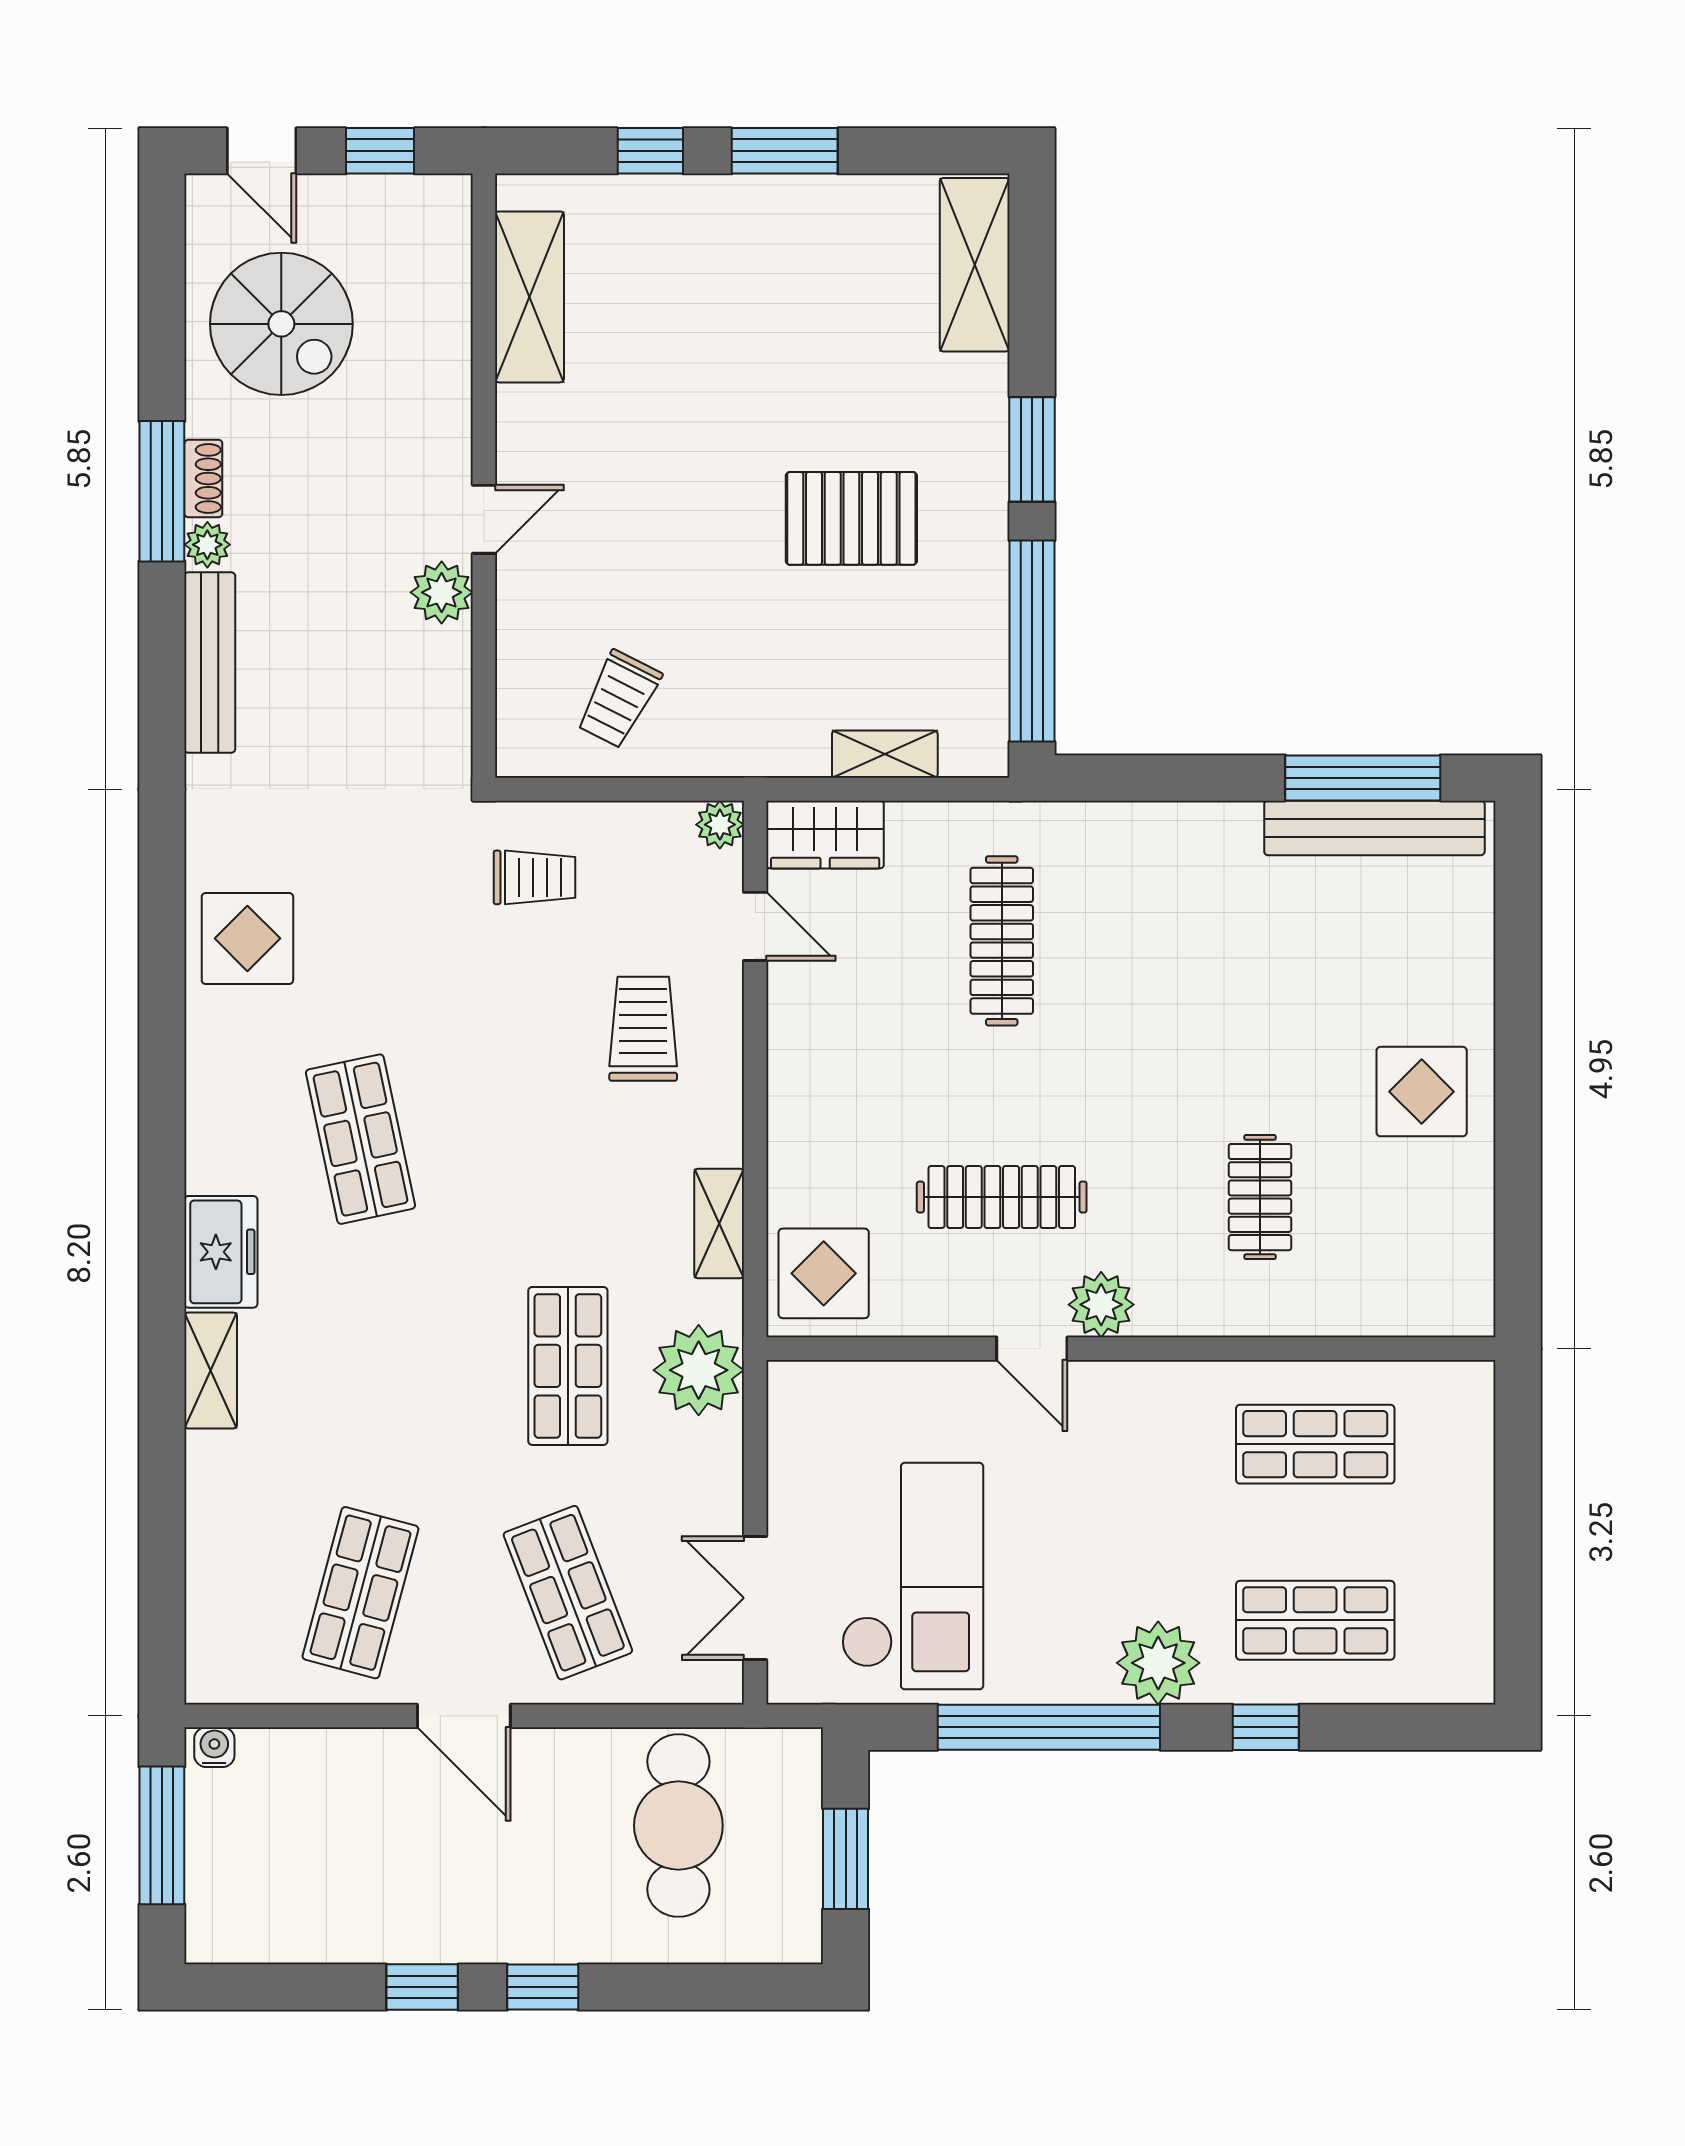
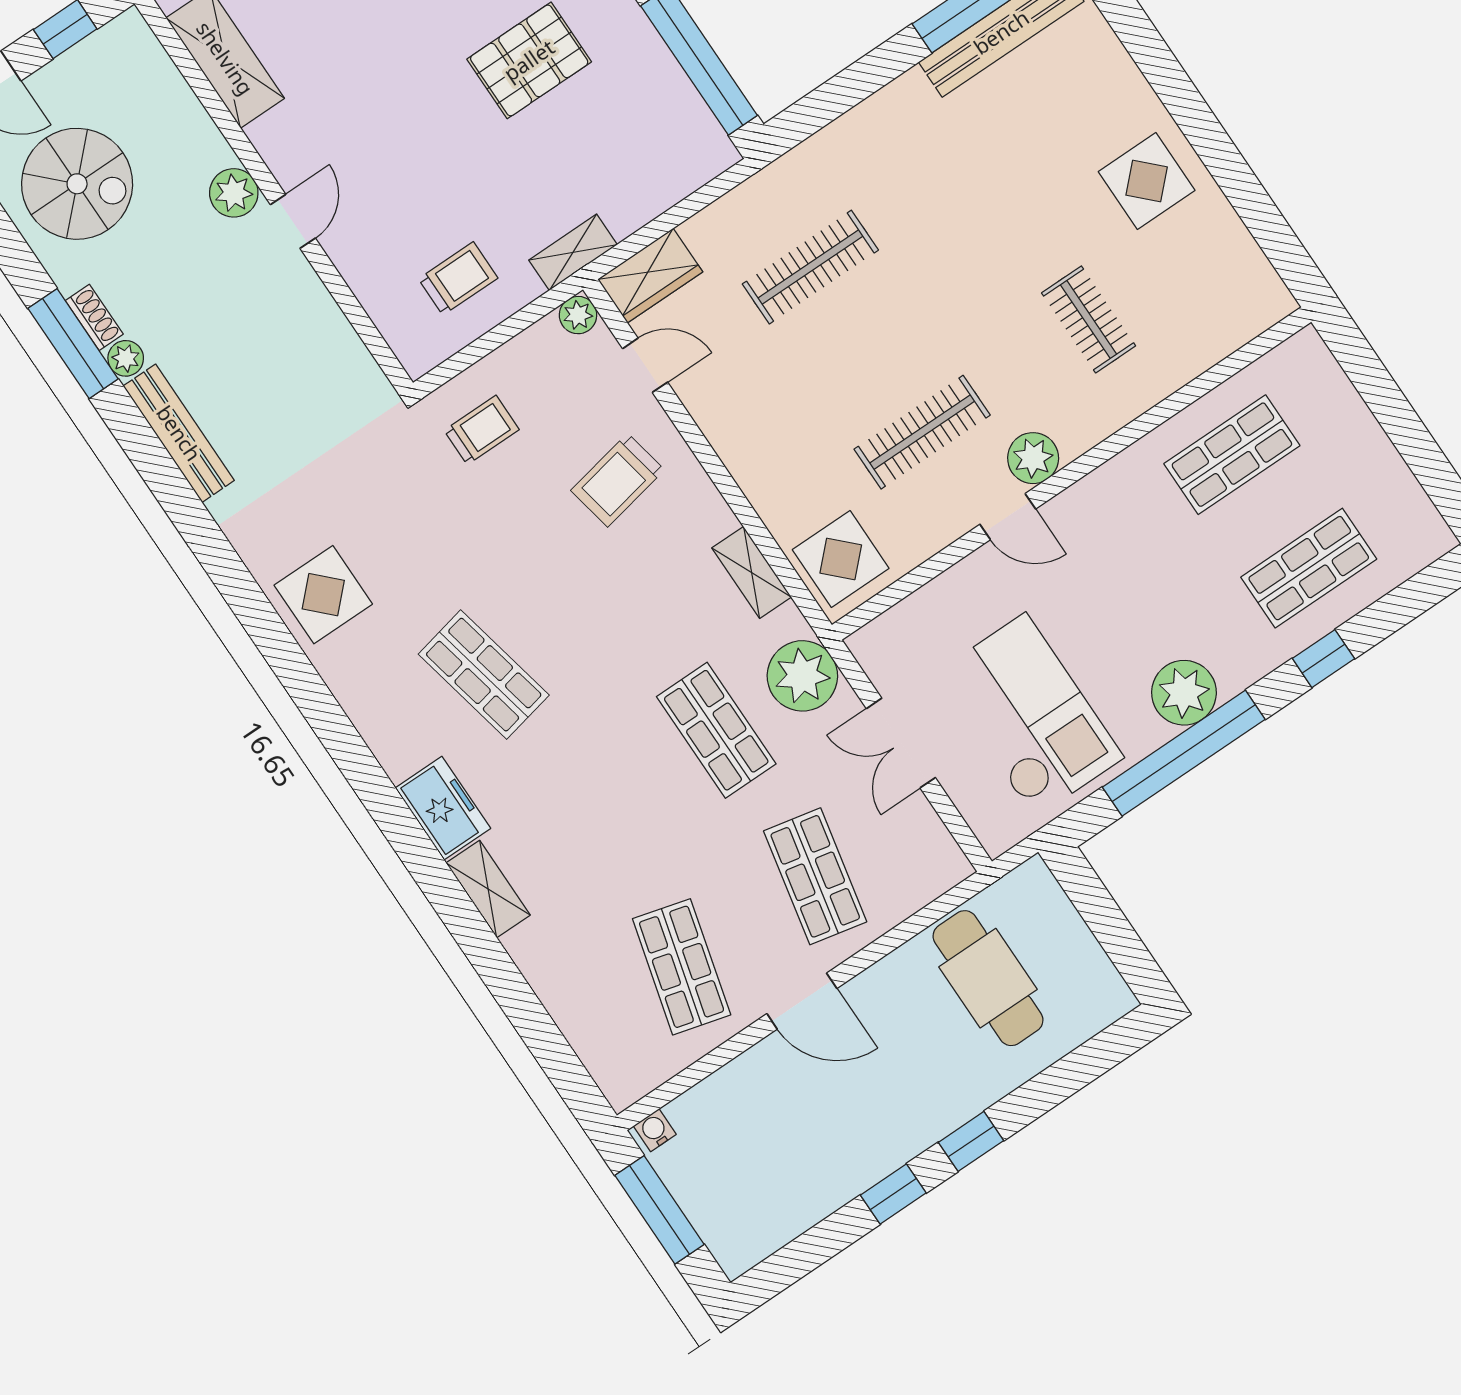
plant: (442, 592) -> (234, 193), moved
trolley: (619, 699) -> (458, 278), turned -117
shelving: (885, 754) -> (573, 252), moved
clothes rail: (1002, 941) -> (810, 267), turned 90
trolley: (643, 1029) -> (618, 480), turned -101
shop shelf: (568, 1593) -> (815, 876), turned 33
double door: (755, 1598) -> (901, 743), moved
plant: (1158, 1663) -> (1184, 693), moved
window: (846, 1859) -> (1110, 927), removed

